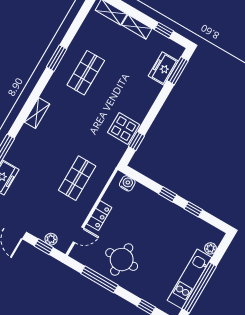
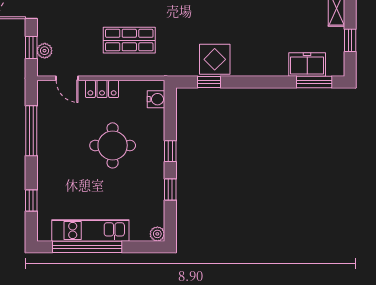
plant: (210, 248) -> (157, 234), moved
round table: (122, 260) -> (113, 145), moved

